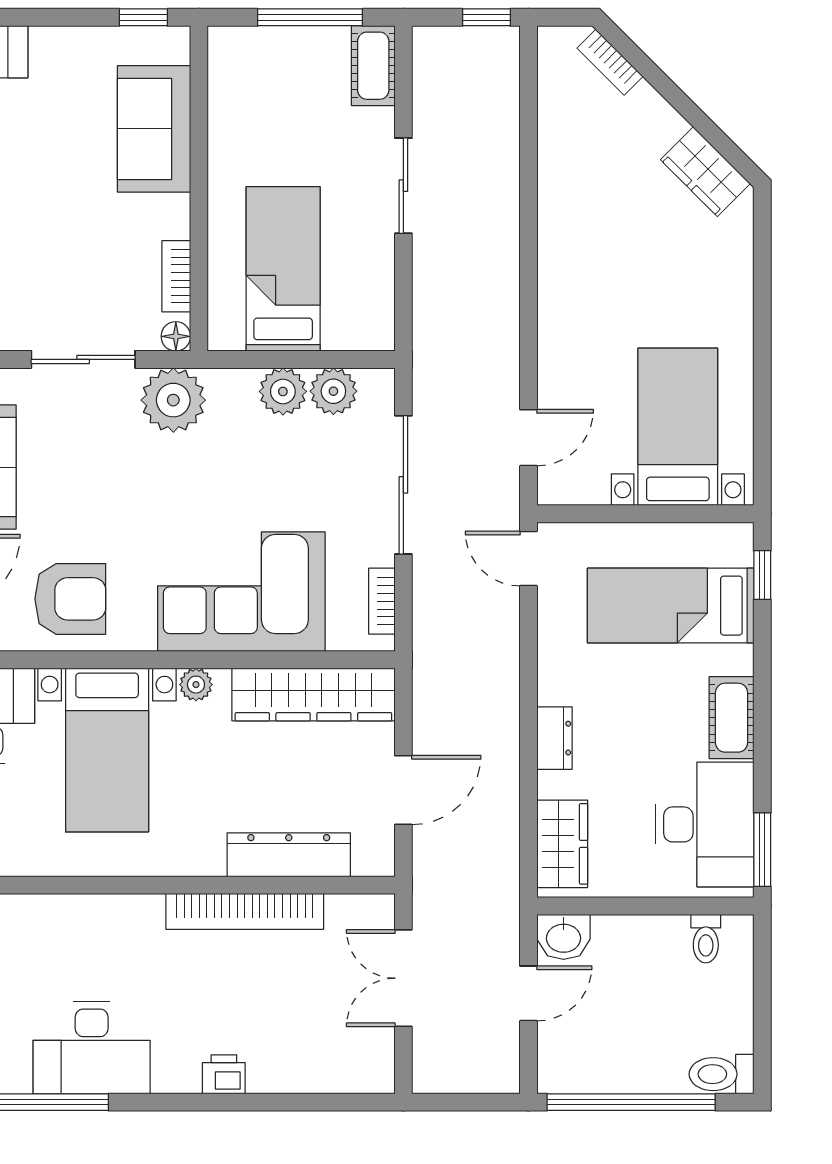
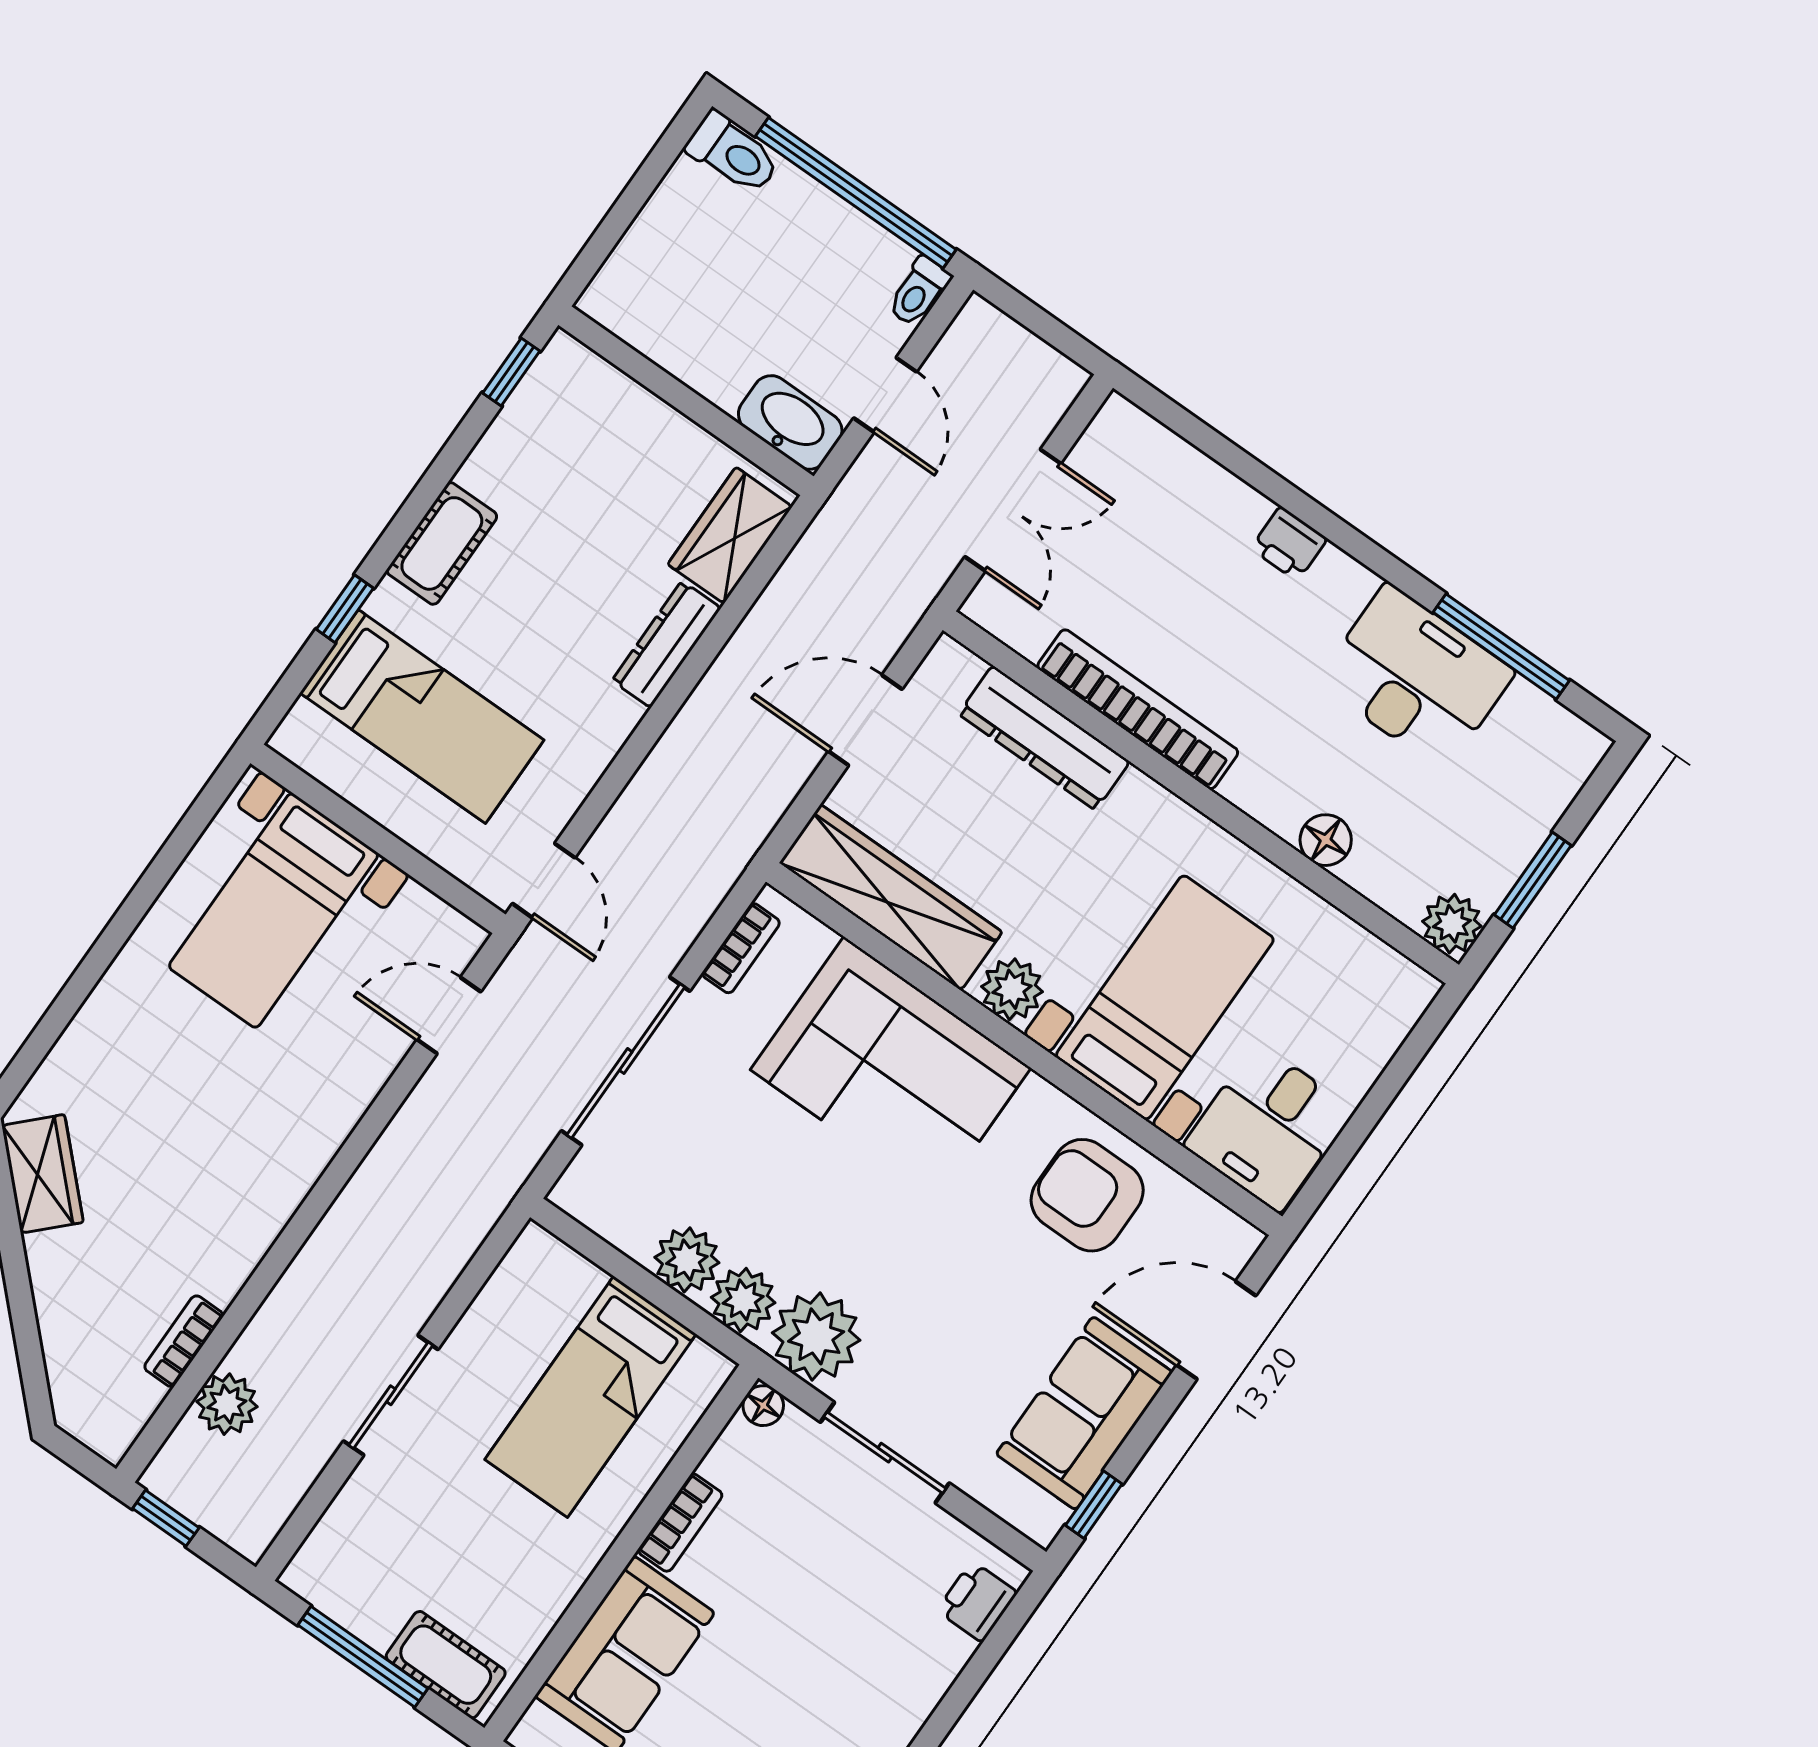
bookcase: (610, 62) -> (184, 1341), moved, turned -135
cot: (373, 66) -> (446, 1665), moved, turned 90
plant: (498, 111) -> (227, 1404), added
bookcase: (176, 276) -> (680, 1523), moved
plant: (333, 391) -> (743, 1300), moved
window: (762, 575) -> (345, 609), moved
plant: (196, 685) -> (1012, 989), width x1.38, depth x1.38
dresser: (554, 738) -> (666, 644), width x1.44
desk: (705, 824) -> (556, 445), removed
window: (762, 850) -> (511, 372), width x0.67
floor lamp: (77, 912) -> (1326, 840), added
washbasin: (564, 937) -> (790, 422), width x1.38
toilet: (706, 939) -> (919, 292), moved, turned 180
door: (529, 993) -> (885, 395), swing flipped

